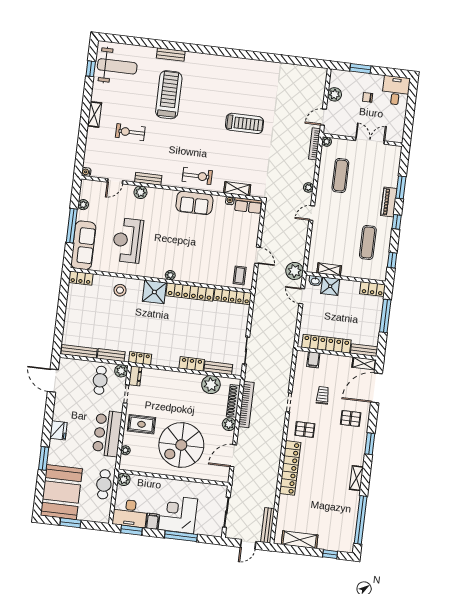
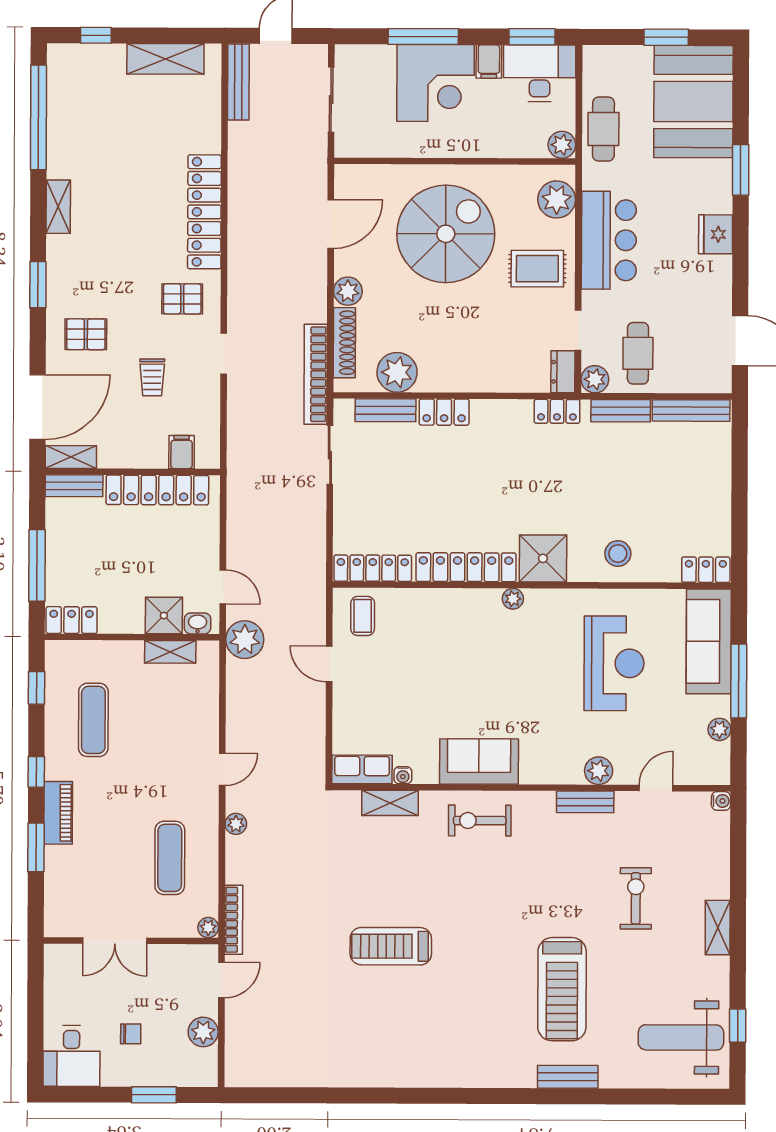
exercise bike: (130, 132) -> (636, 898), turned -90
bookcase: (246, 405) -> (316, 374), moved
plant: (125, 450) -> (557, 199), width x1.87, depth x1.87

